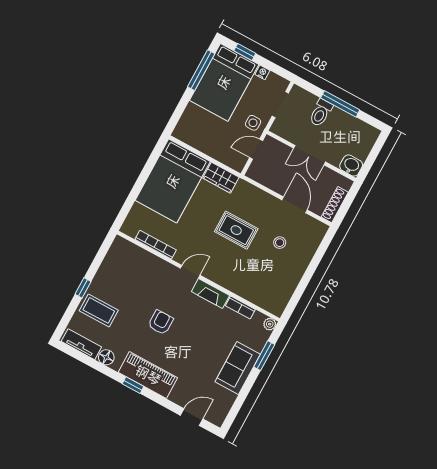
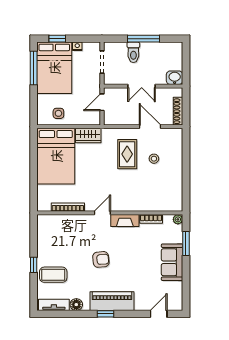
side table: (253, 123) -> (58, 113), moved
rug: (236, 230) -> (127, 154), moved, turned 90
armchair: (161, 322) -> (101, 259), turned 85

